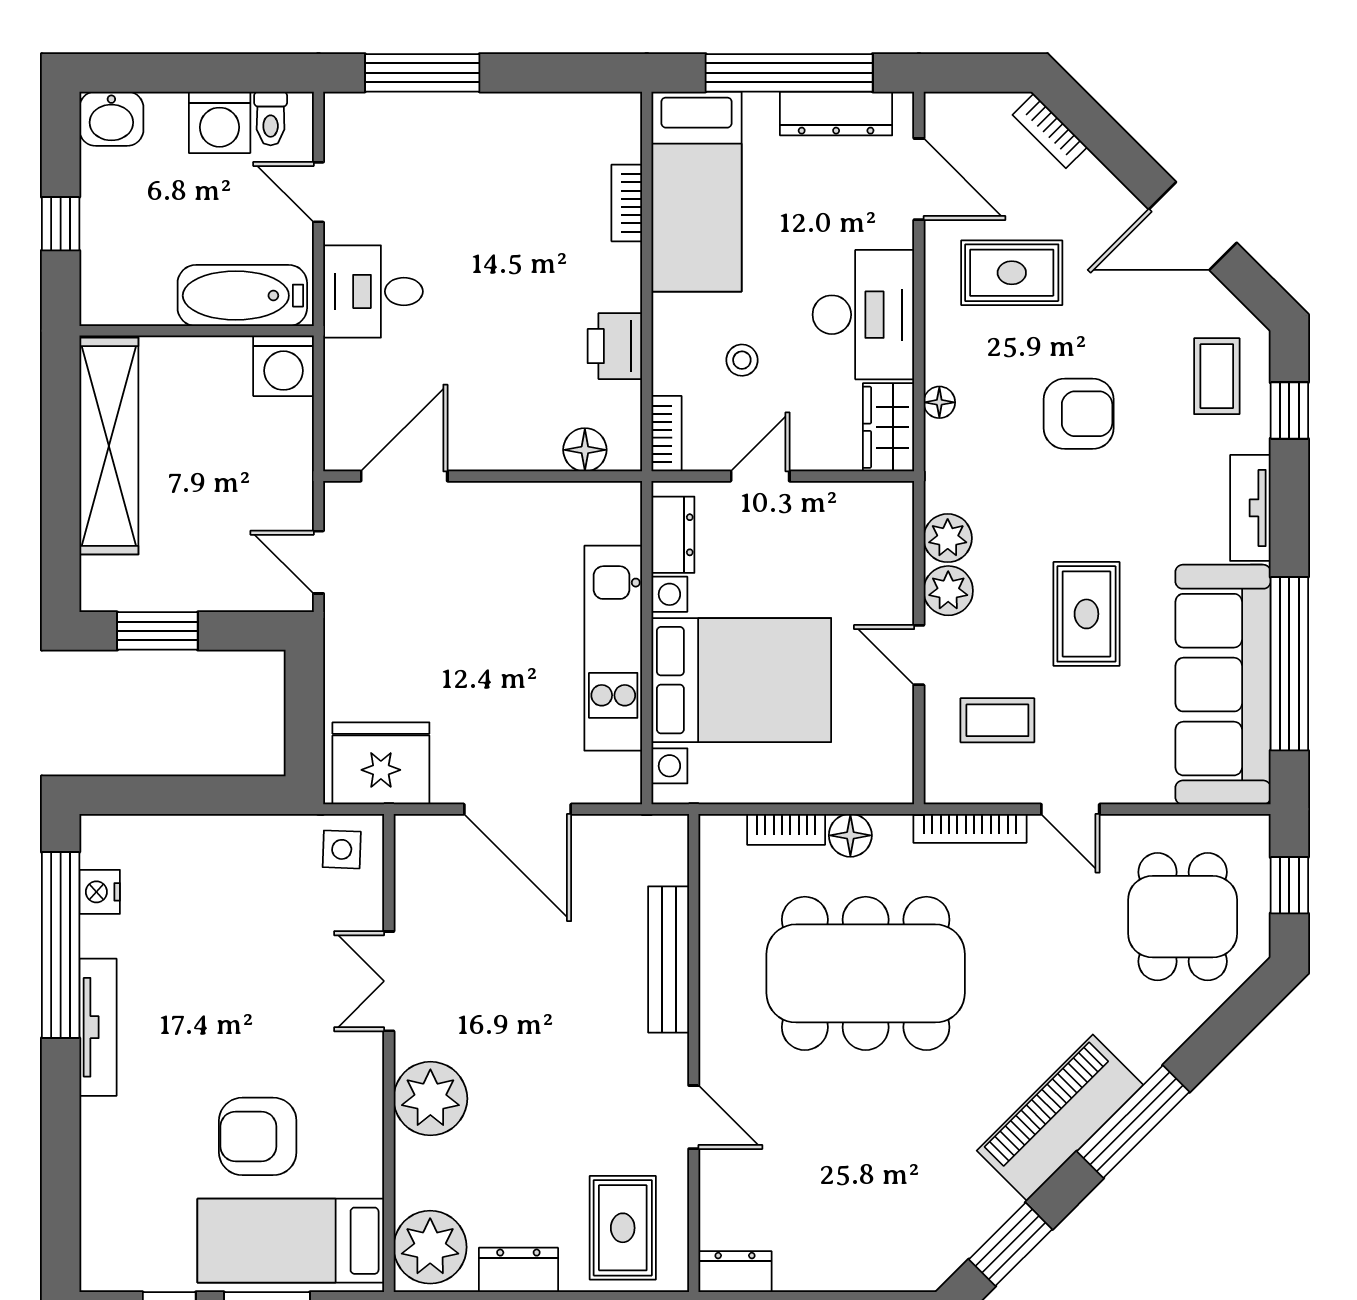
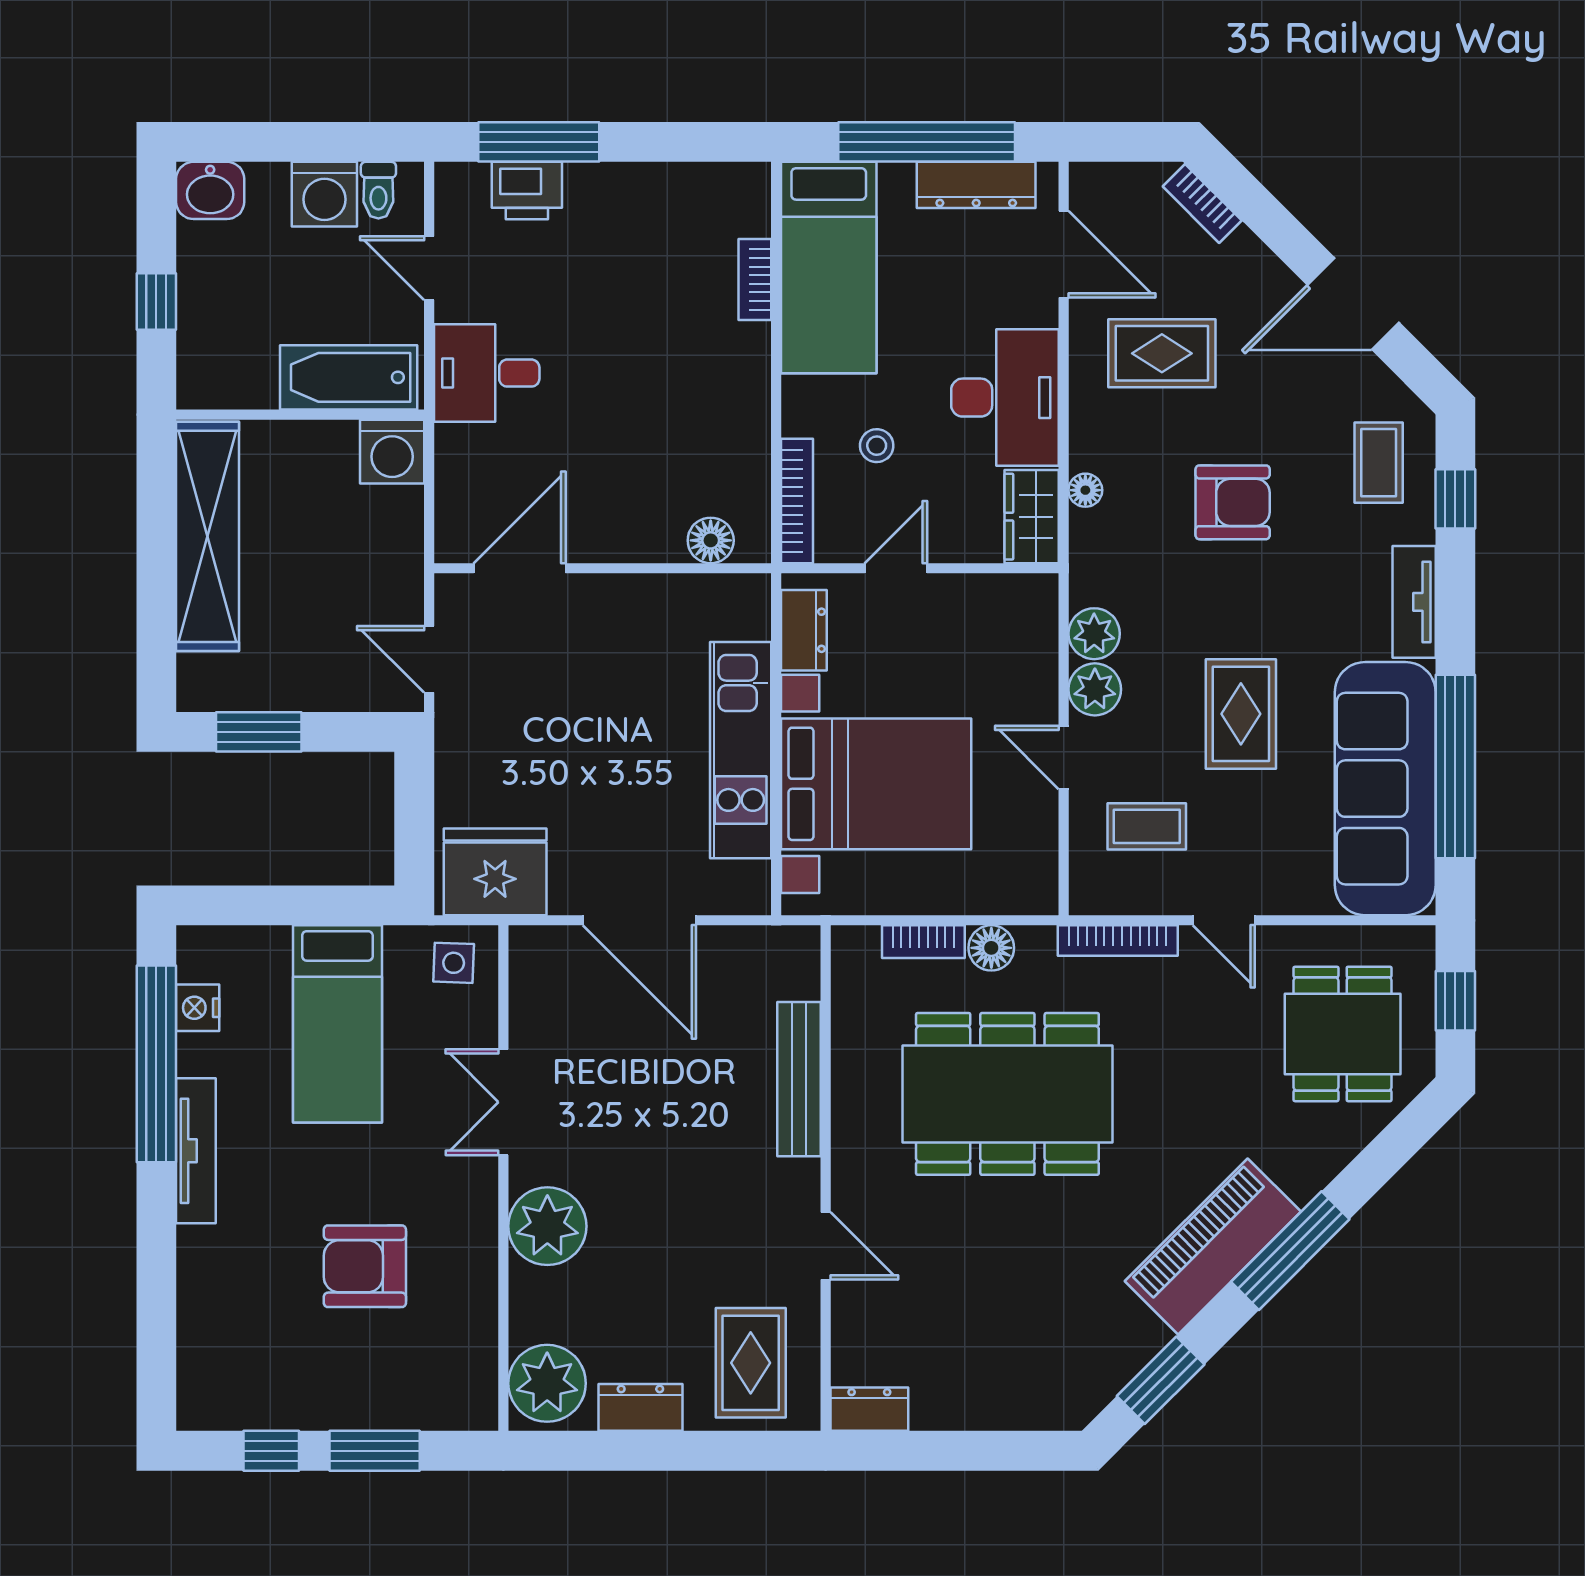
printer: (615, 346) -> (527, 191), moved, turned -90
bookcase: (667, 434) -> (797, 501), width x1.56
bed: (291, 1241) -> (337, 1024), moved, turned -90

